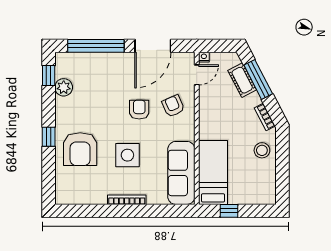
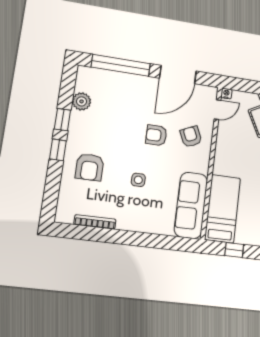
window: (49, 75) -> (62, 120), moved
armchair: (139, 110) -> (156, 135), turned -90
armchair: (80, 149) -> (90, 167), width x0.73, depth x0.73
side table: (127, 155) -> (138, 180), width x0.54, depth x0.54
bookcase: (127, 200) -> (95, 222), moved

